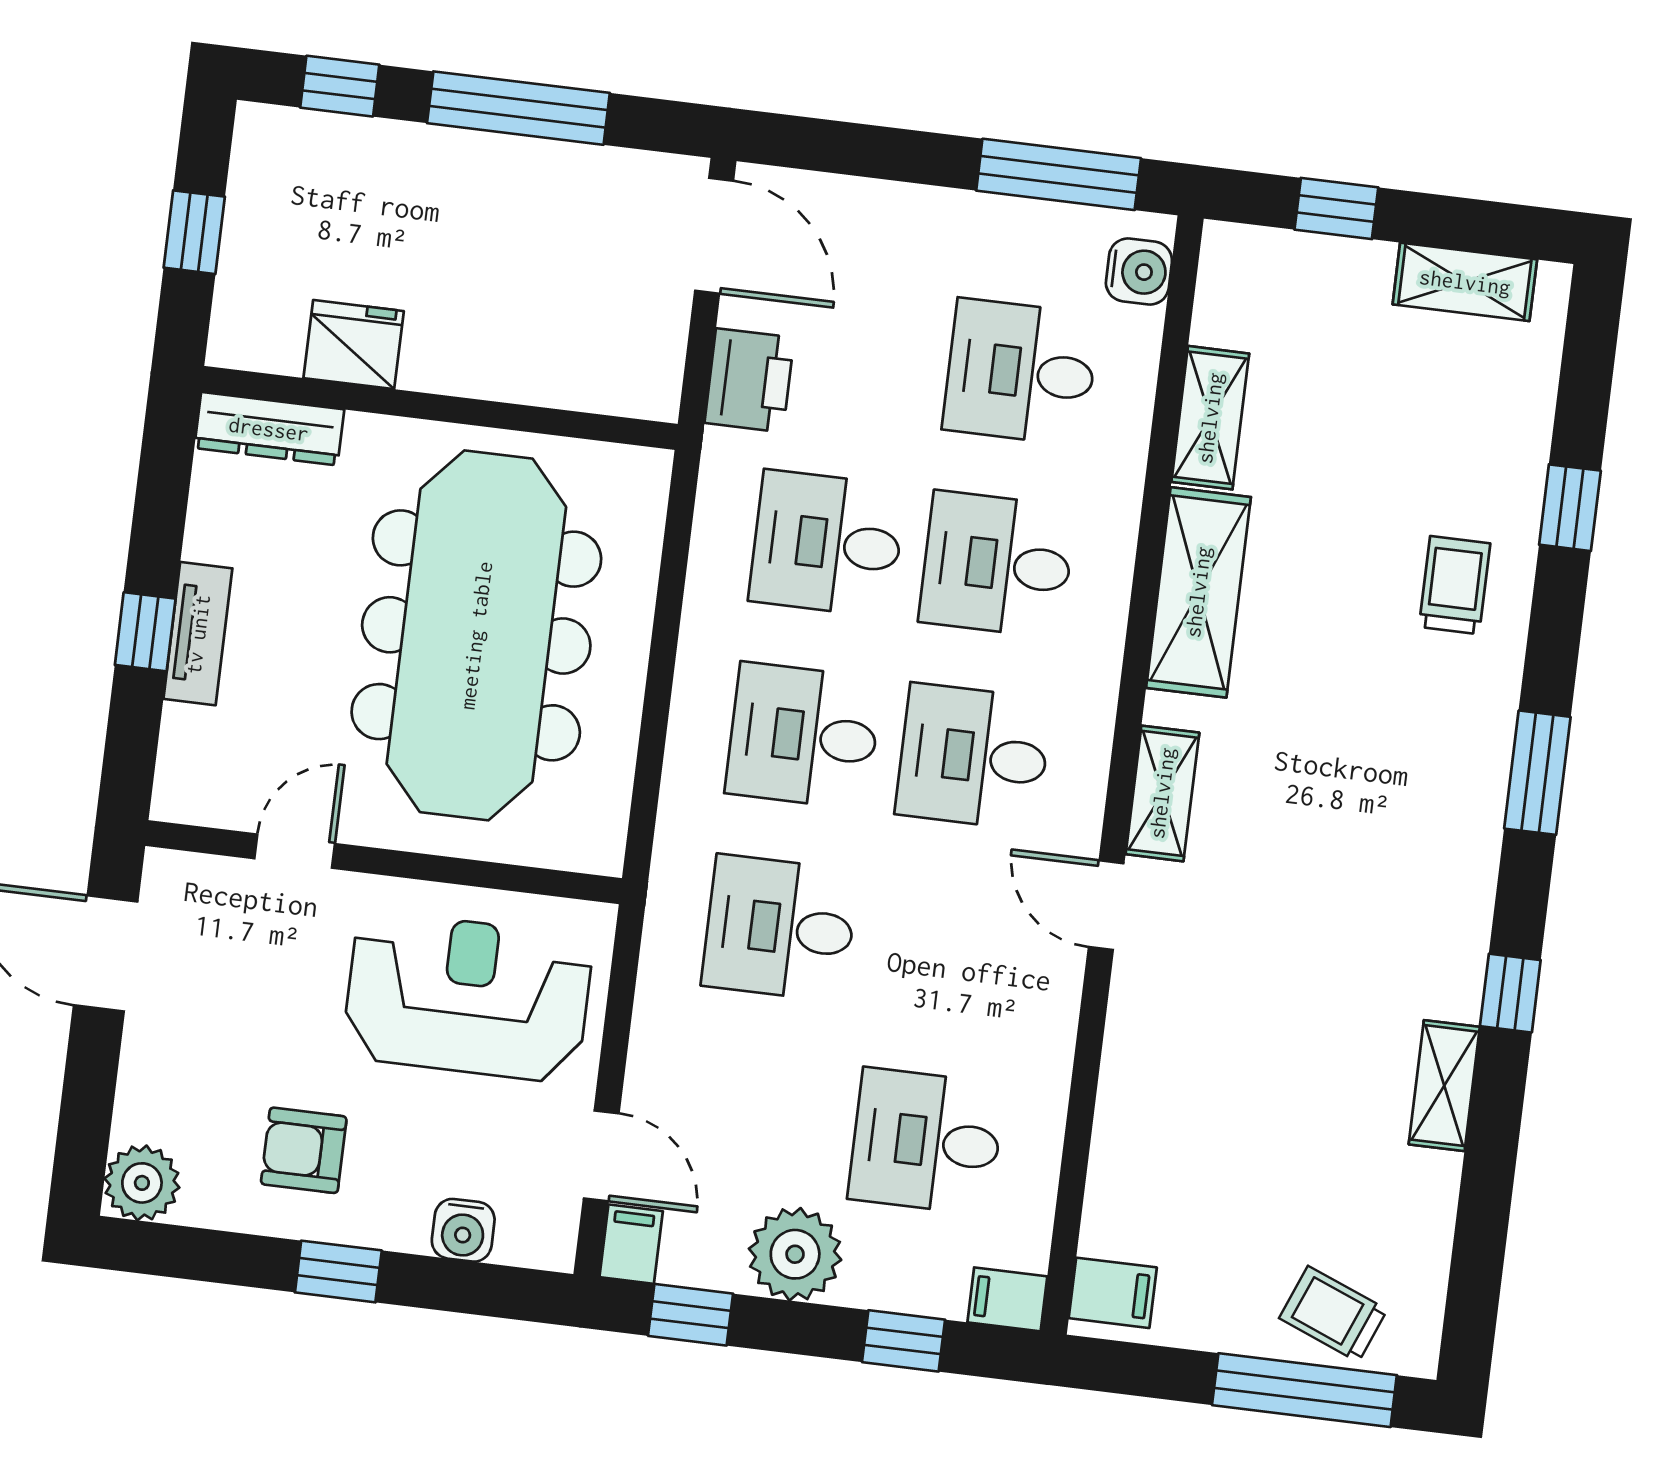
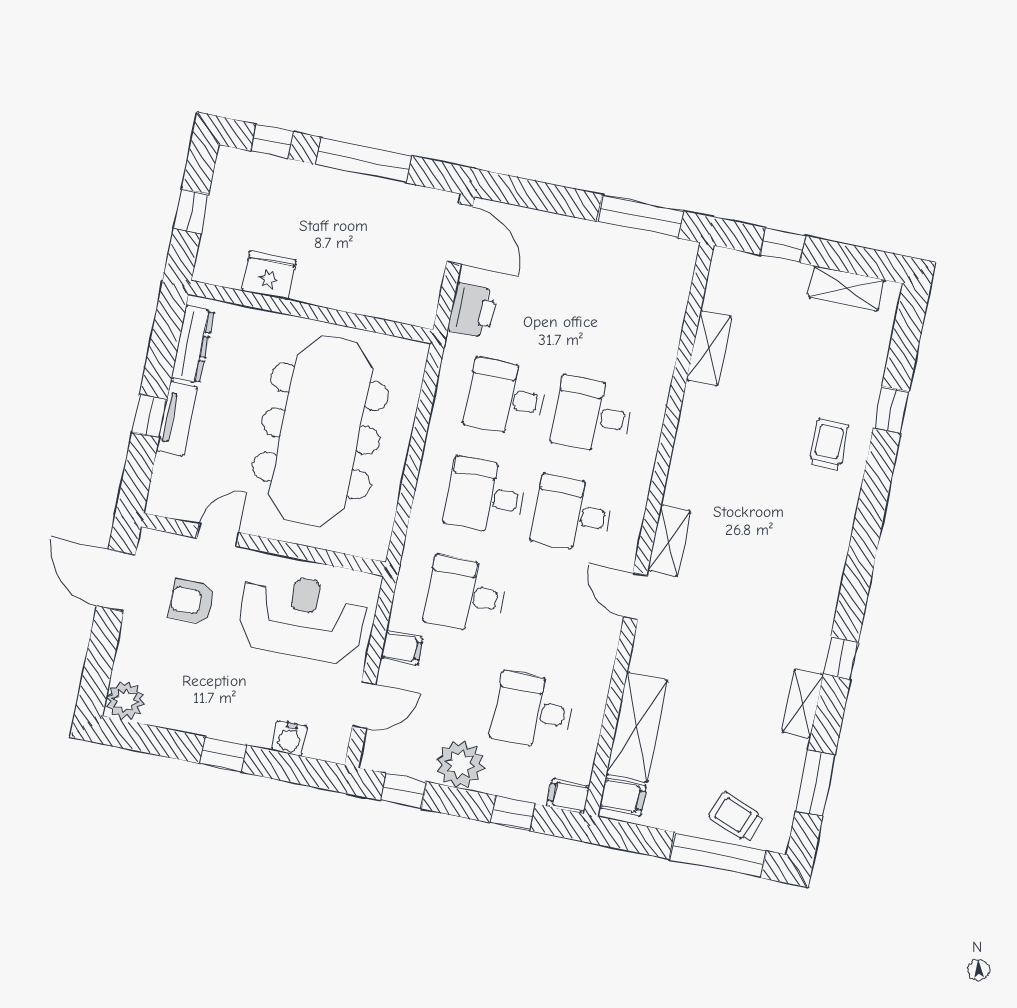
water cooler: (1139, 271) -> (678, 270), removed
desk: (1021, 372) -> (613, 317), removed
dresser: (269, 429) -> (193, 344), moved, turned -90
shelving: (1198, 592) -> (637, 727), moved
window: (1537, 773) -> (815, 783), moved
armchair: (304, 1150) -> (191, 601), moved
door: (601, 1156) -> (364, 705), hinge flipped
filing cabinet: (631, 1244) -> (402, 648), moved, turned 90

